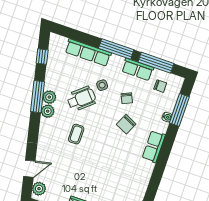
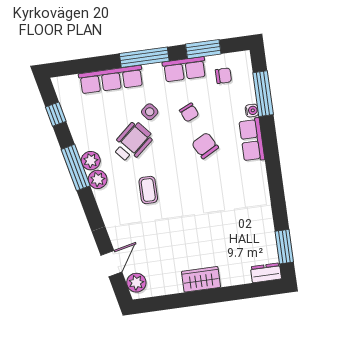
window: (156, 63) -> (203, 49), width x0.69
chair: (126, 124) -> (205, 146), turned 126
row of seats: (154, 147) -> (252, 140), moved

